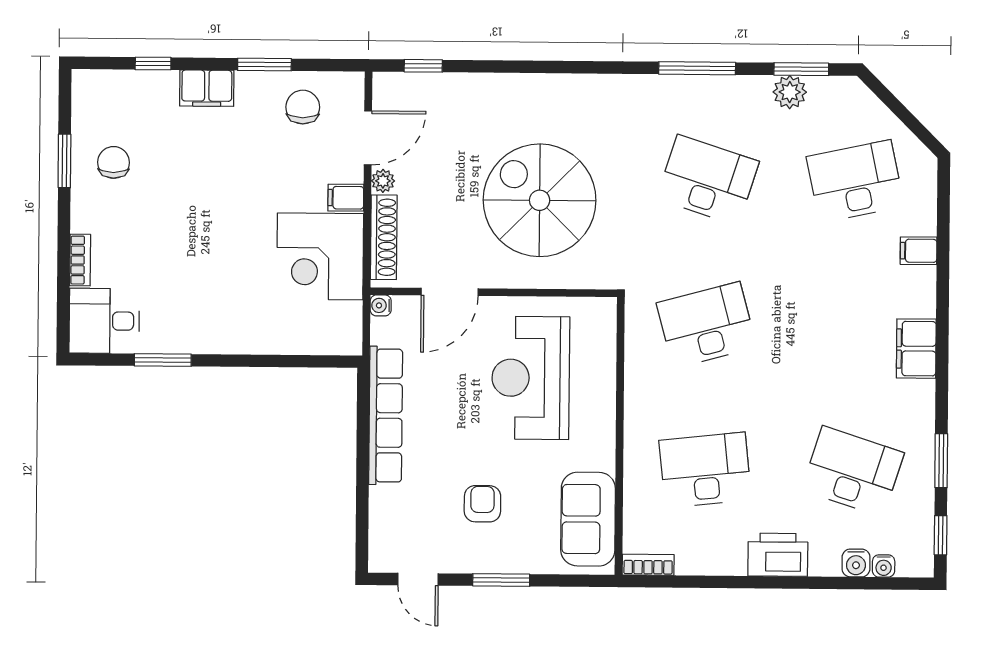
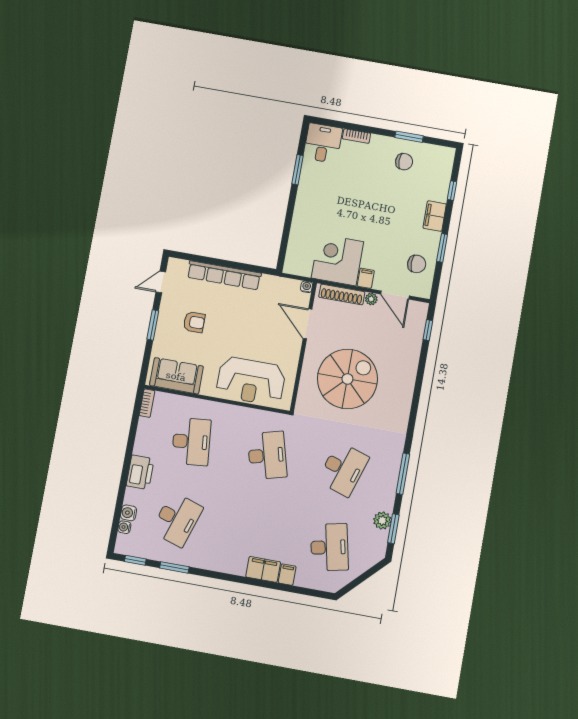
filing cabinet: (916, 349) -> (263, 569), moved
reception desk: (531, 378) -> (251, 381), moved, turned 180
row of seats: (386, 415) -> (224, 275), moved

